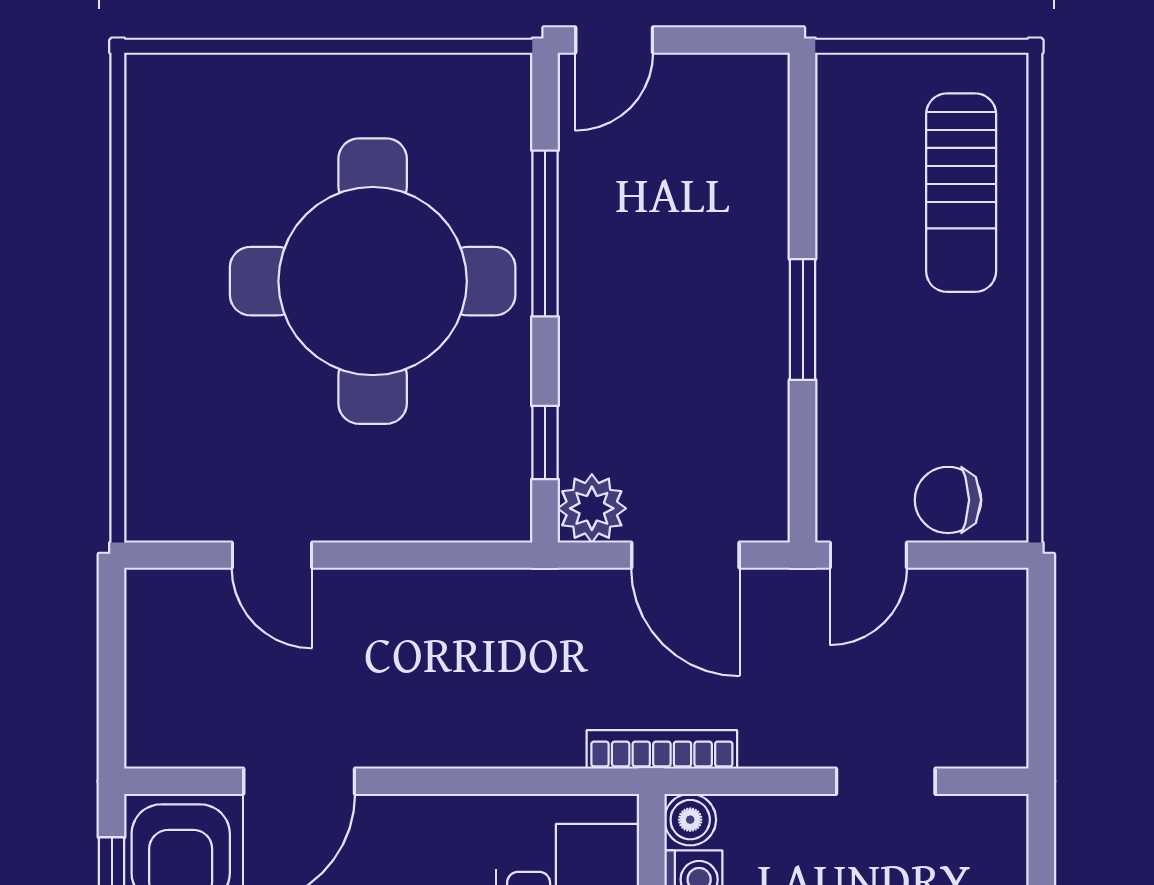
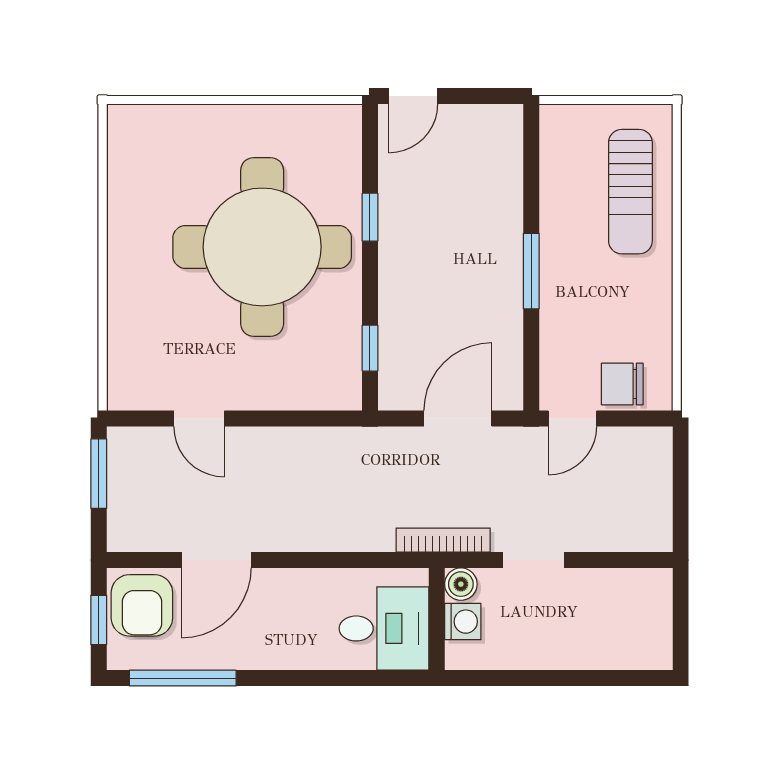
window: (545, 233) -> (370, 217), width x0.46
plant: (592, 508) -> (399, 389), removed
door: (685, 555) -> (458, 419), swing flipped
window: (112, 643) -> (99, 474), added
doorway: (886, 781) -> (534, 560), moved

